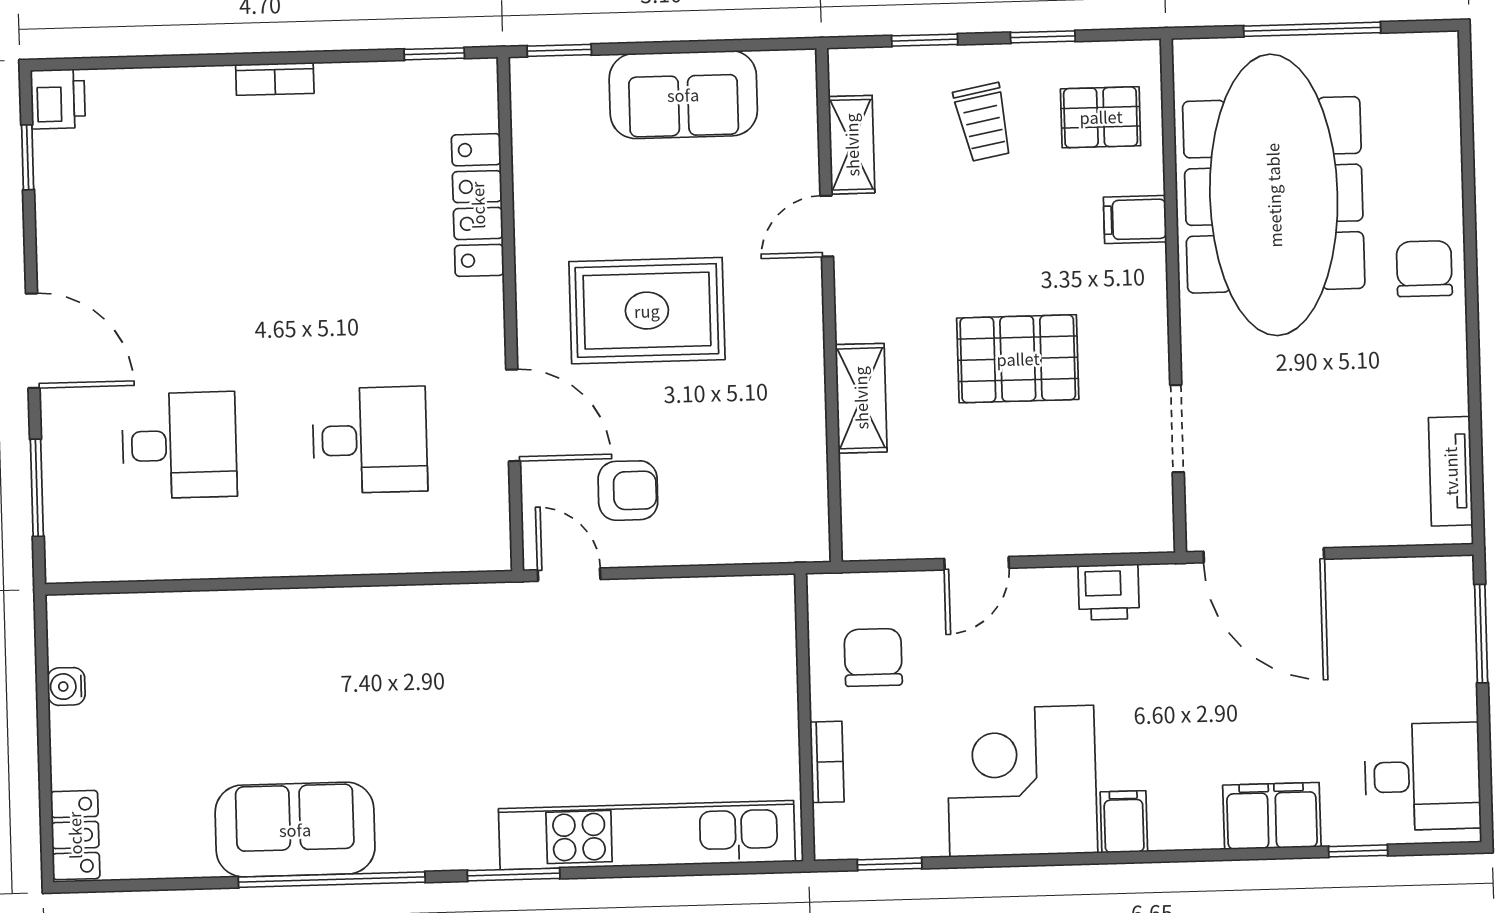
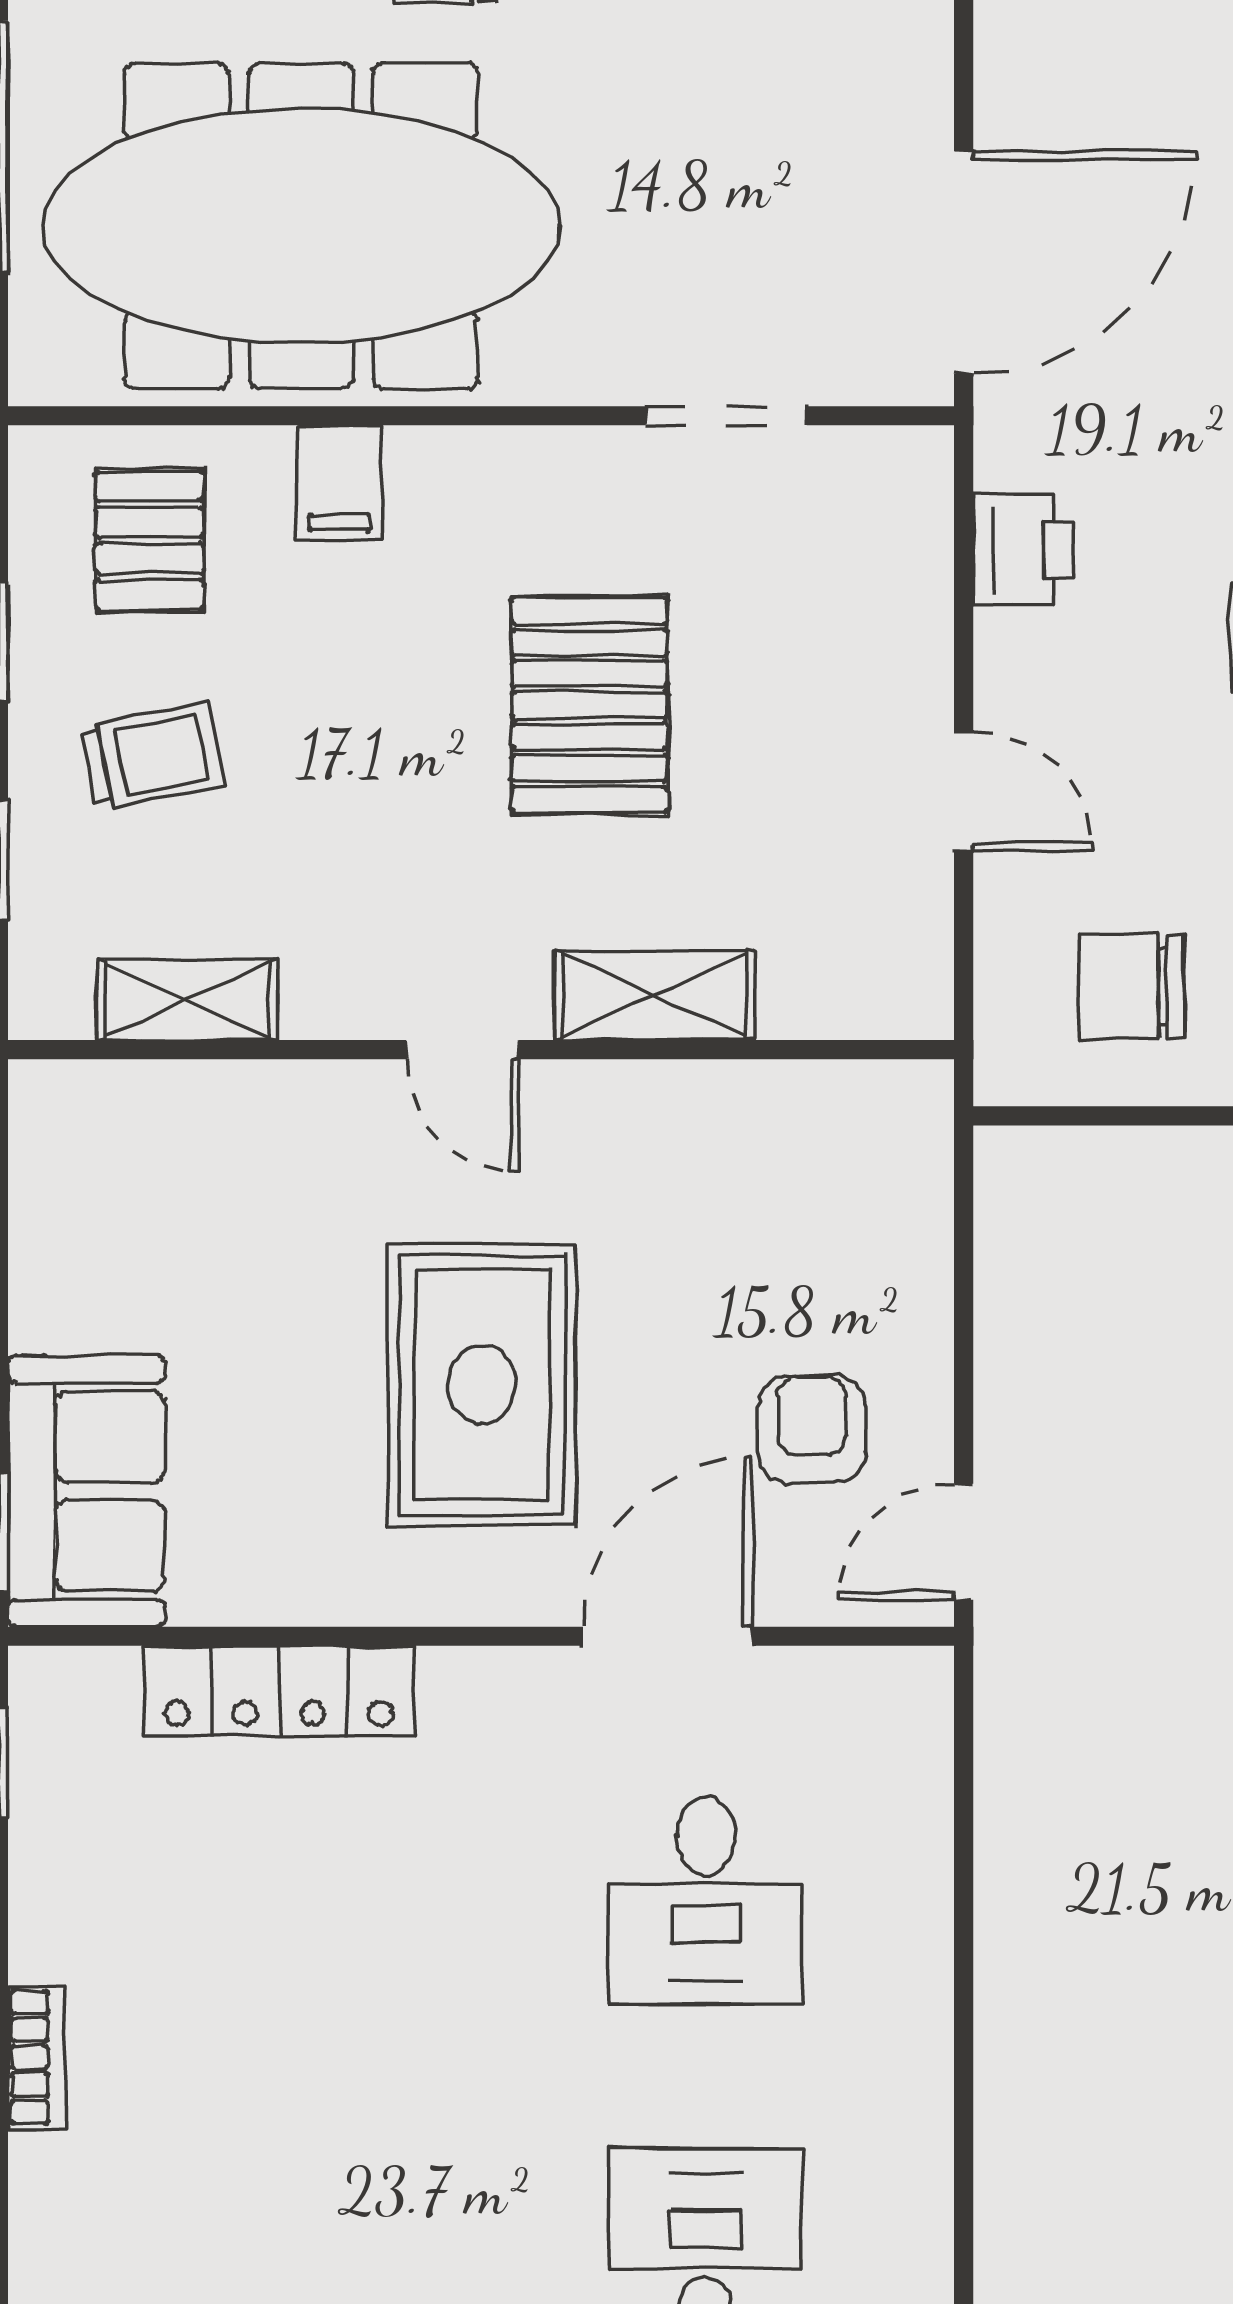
sofa: (683, 95) -> (86, 1491), moved
door: (827, 226) -> (462, 1050), moved
desk: (370, 440) -> (706, 1901), turned 180

